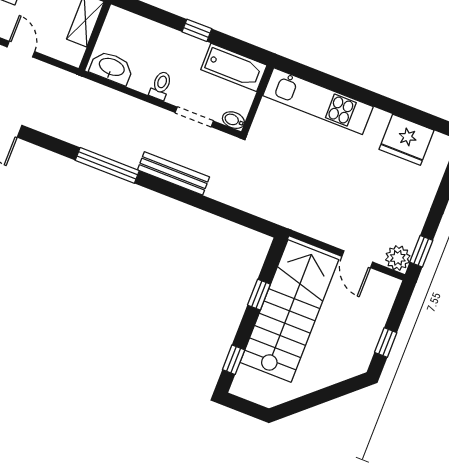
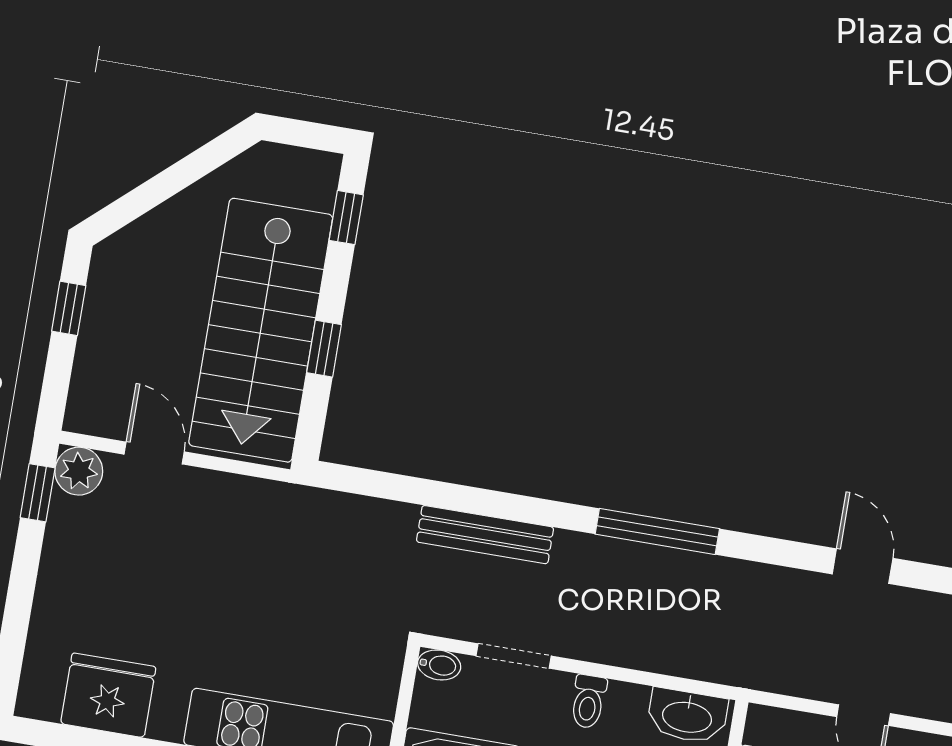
bench: (173, 173) -> (485, 535), moved

